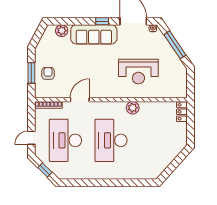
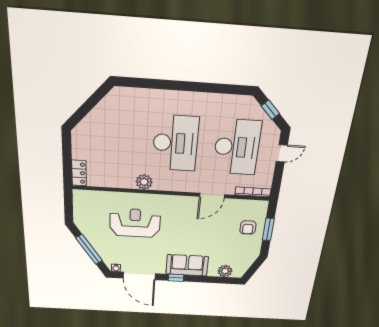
sofa: (94, 34) -> (187, 265), width x0.73

